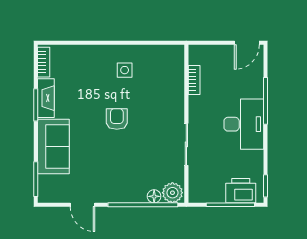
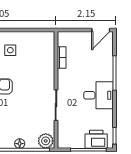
desk: (244, 124) -> (98, 95), width x0.73
floor lamp: (154, 196) -> (20, 144), moved

